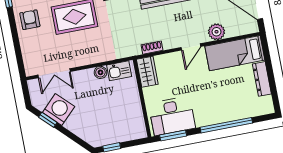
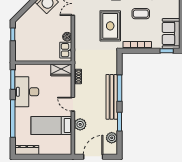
bed: (235, 53) -> (51, 126), moved, turned -90
dresser: (262, 79) -> (27, 150), moved
desk: (172, 116) -> (27, 92), moved

